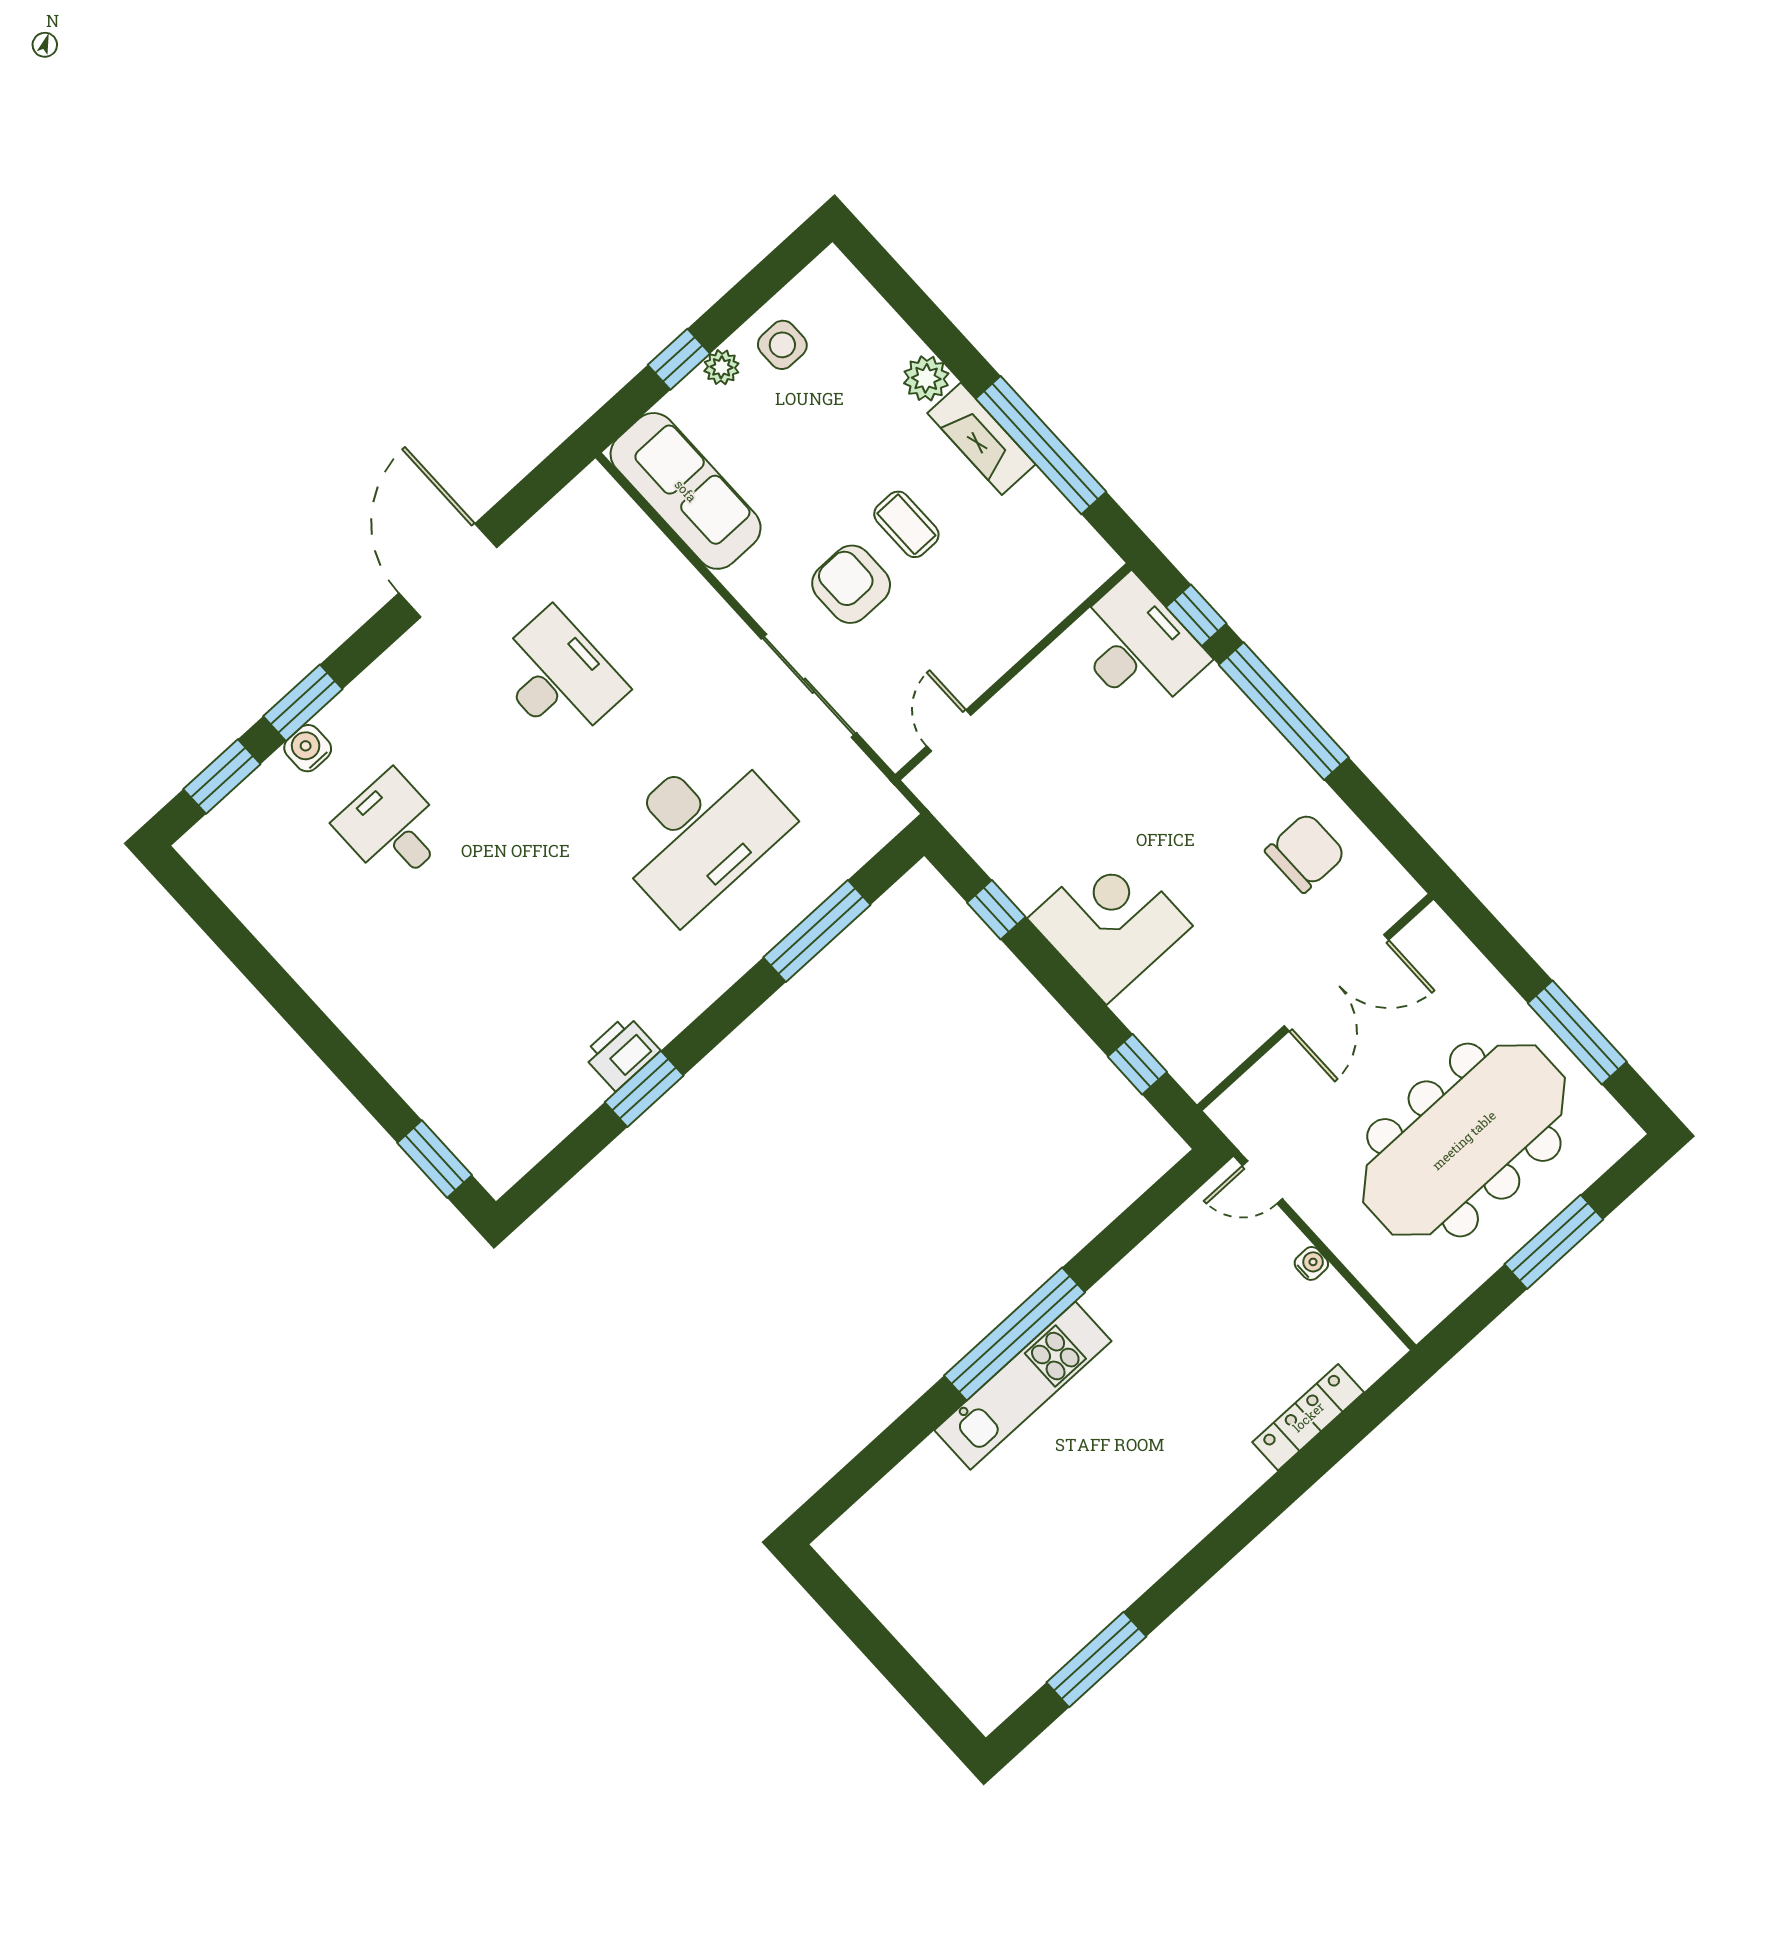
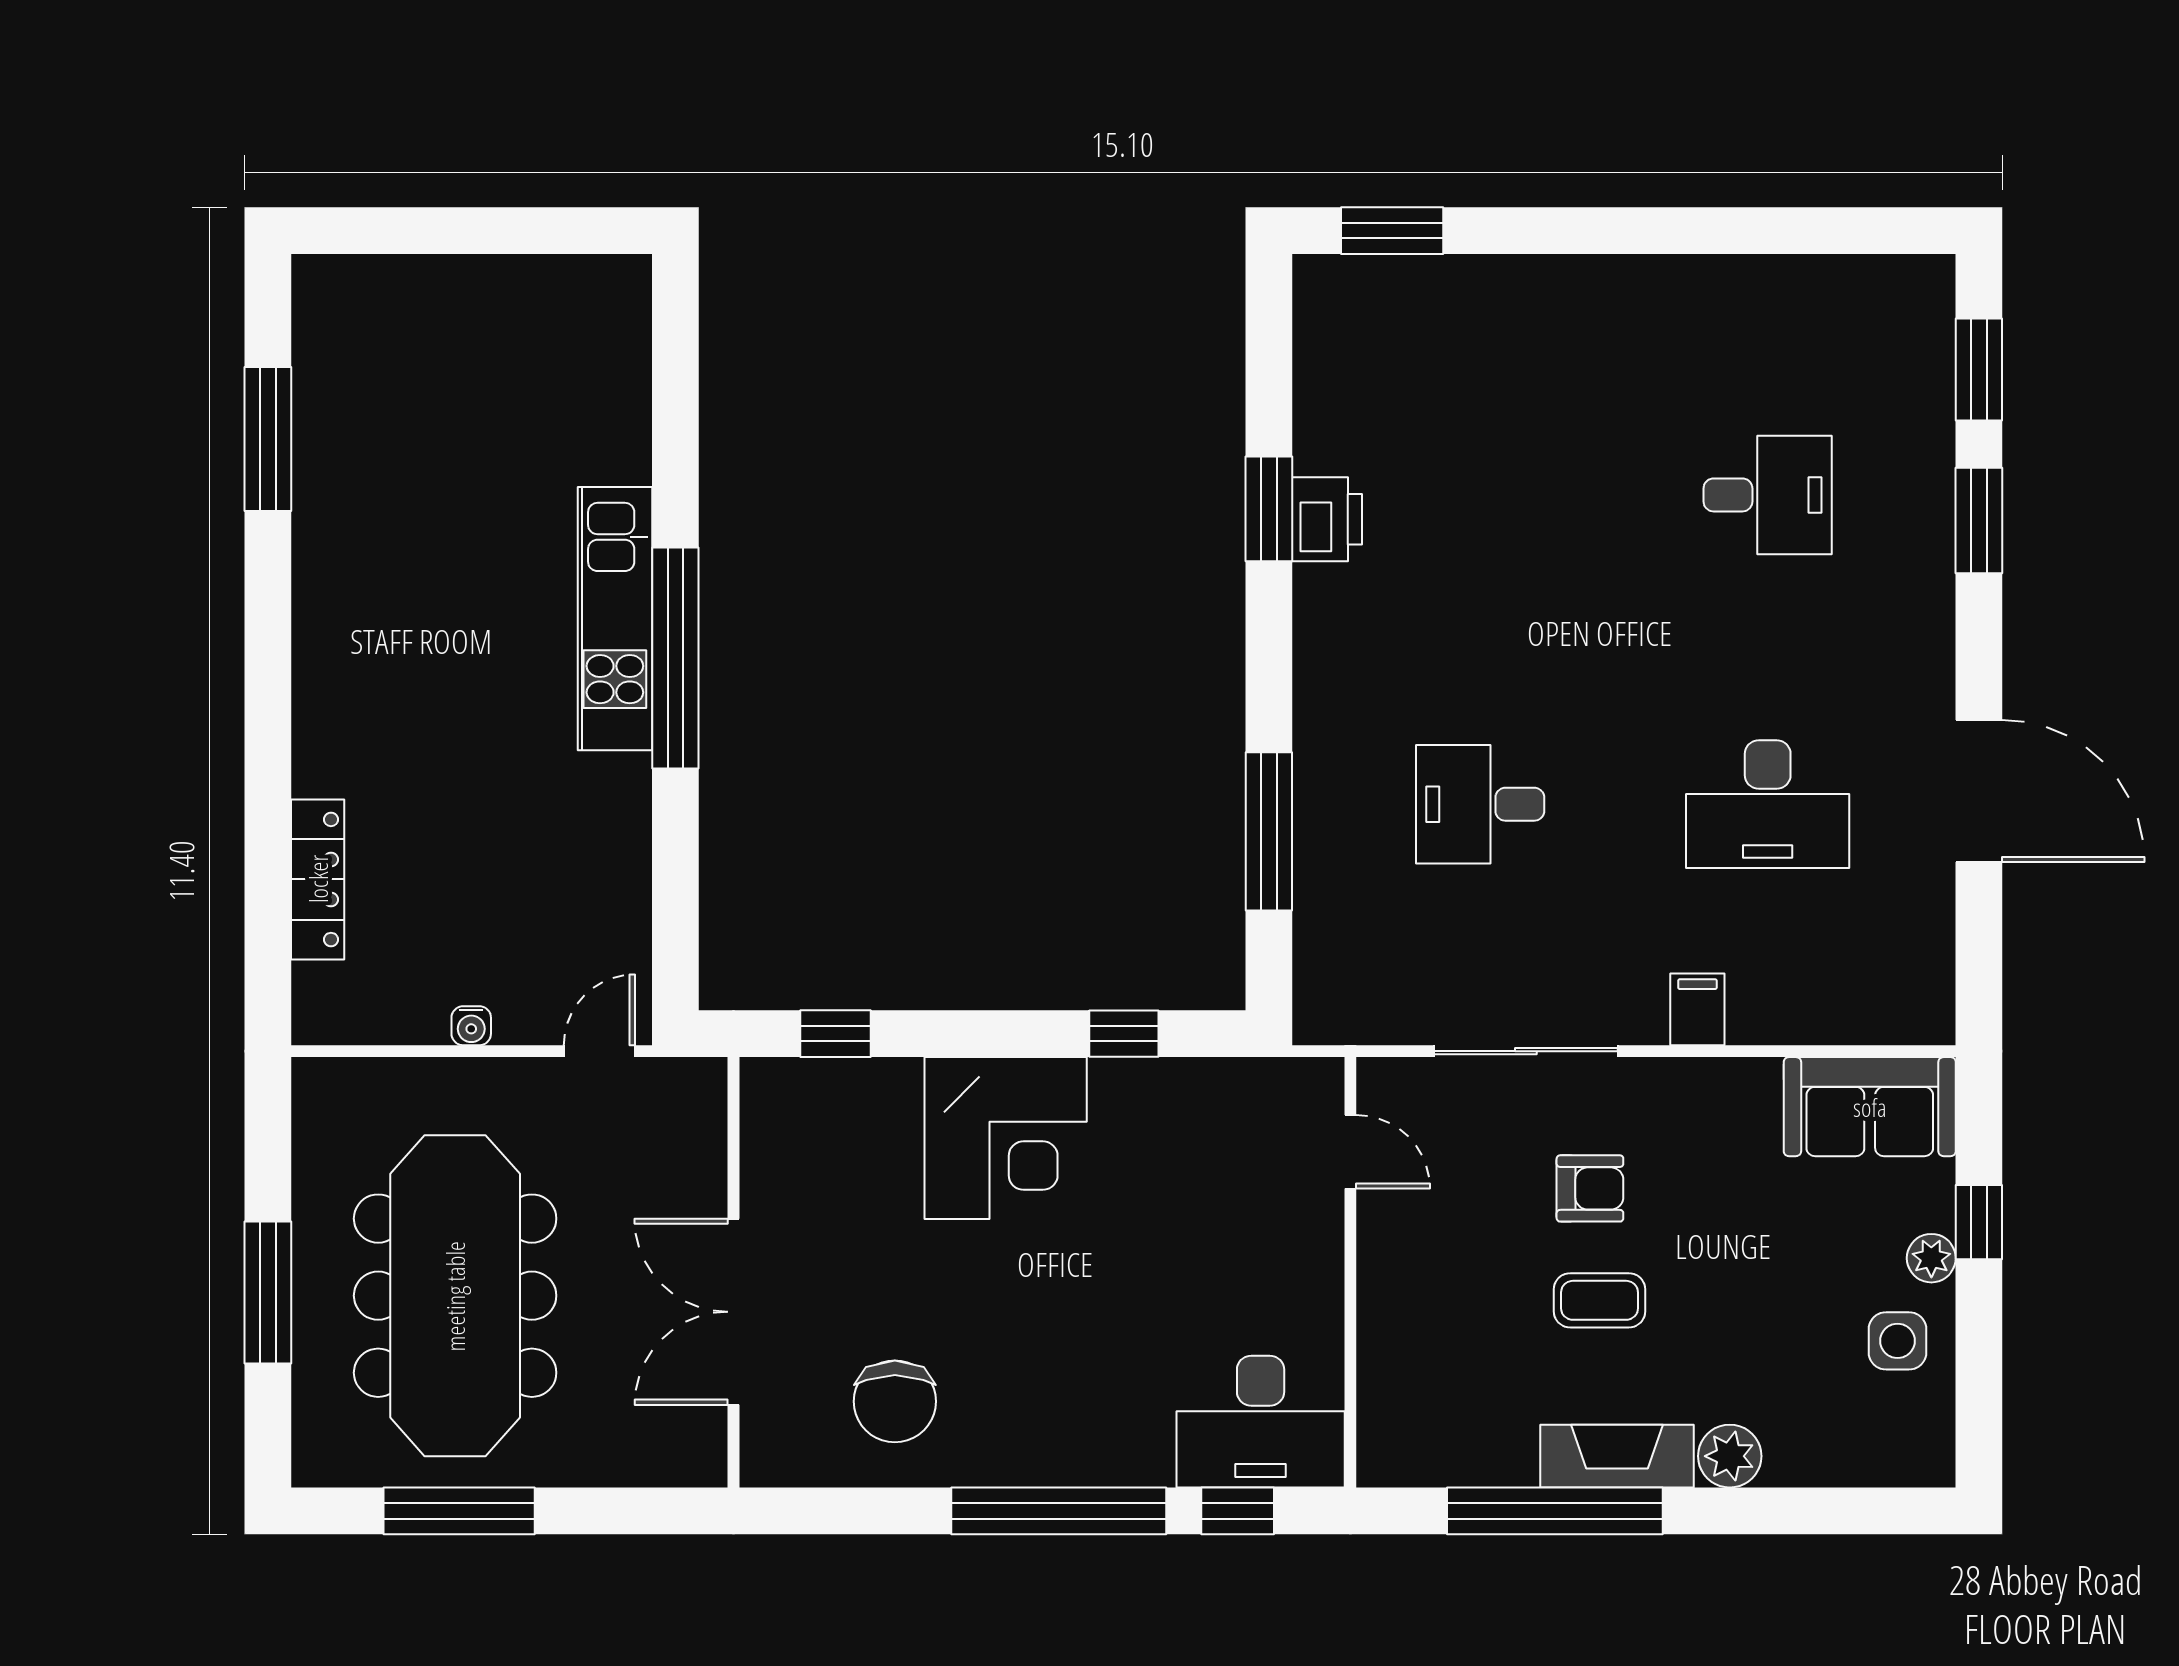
sofa: (686, 491) -> (1870, 1107), width x0.73
armchair: (851, 584) -> (1590, 1188), width x0.72, depth x0.72
filing cabinet: (703, 614) -> (1697, 1009), added
water cooler: (308, 748) -> (1928, 483), removed
desk: (699, 831) -> (1480, 804), width x0.53, depth x0.77

